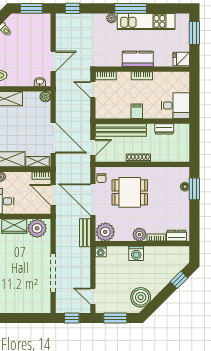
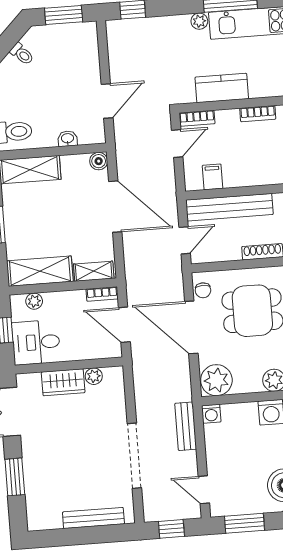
kitchen counter: (138, 59) -> (222, 88), moved
washbasin: (40, 82) -> (68, 139), moved
door: (93, 90) -> (177, 144), swing flipped
filing cabinet: (137, 111) -> (213, 177), moved
door: (53, 138) -> (115, 207), moved
plant: (37, 228) -> (94, 376), width x0.53, depth x0.53
bench: (85, 233) -> (186, 426), moved
bench: (26, 308) -> (93, 518), added

